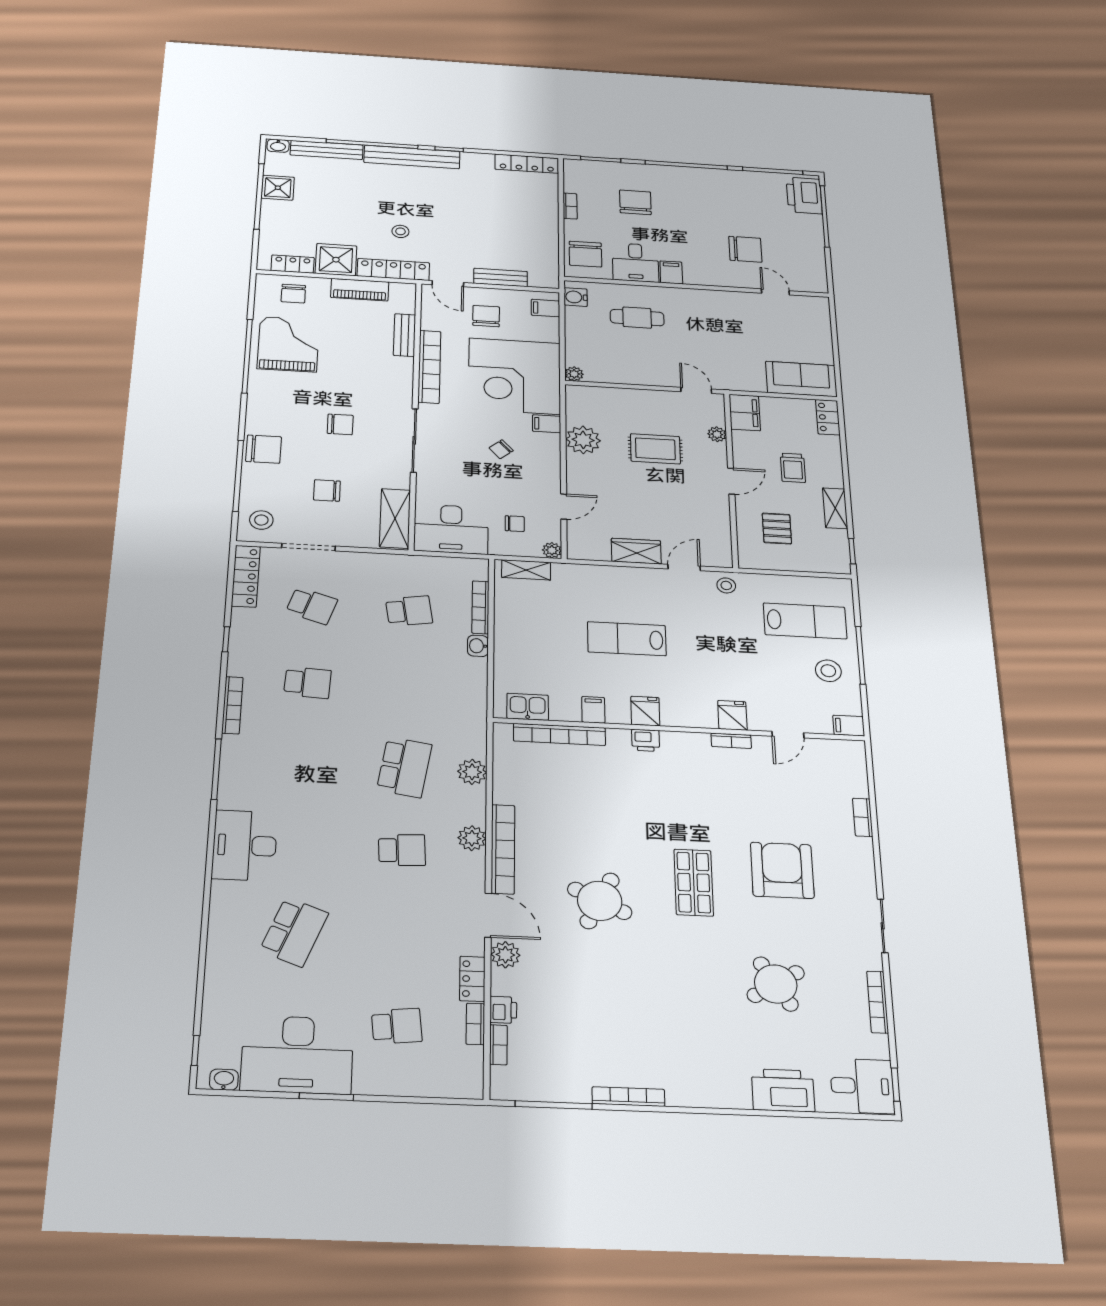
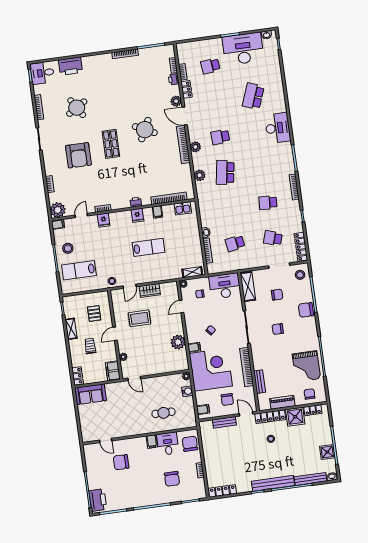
water cooler: (576, 297) -> (187, 391), moved
rug: (655, 449) -> (139, 318), moved
plant: (847, 757) -> (58, 210), added

